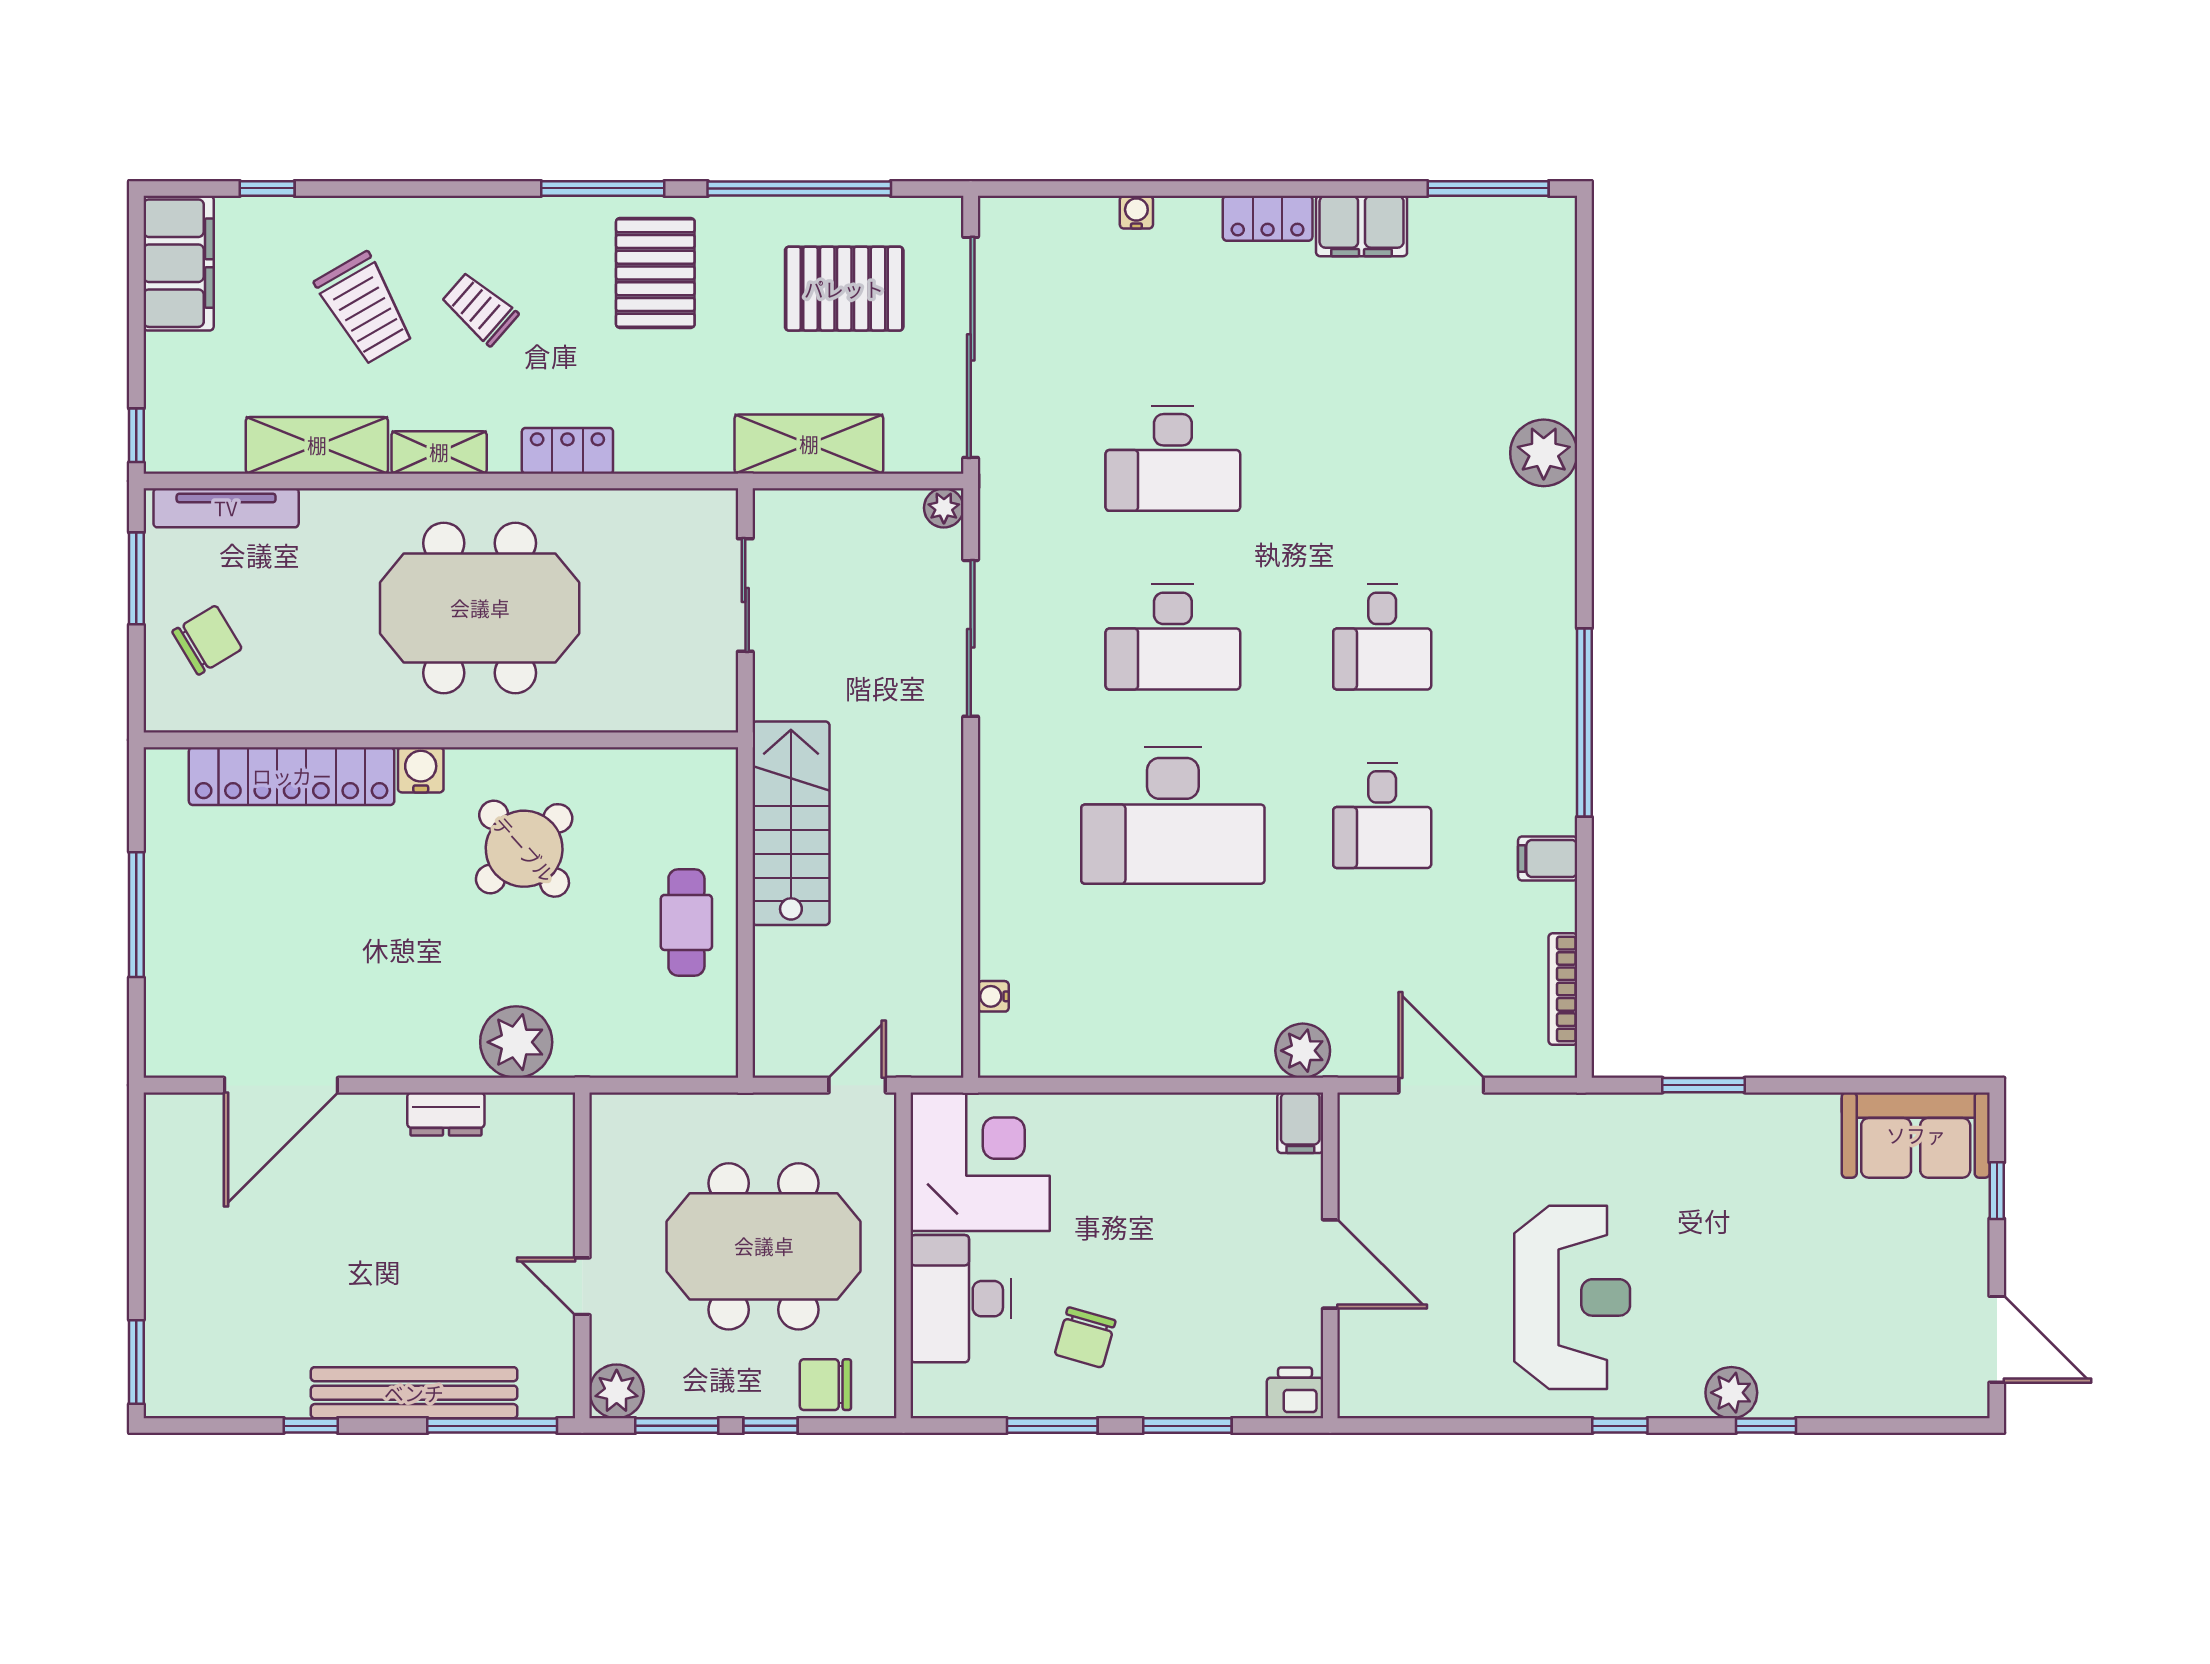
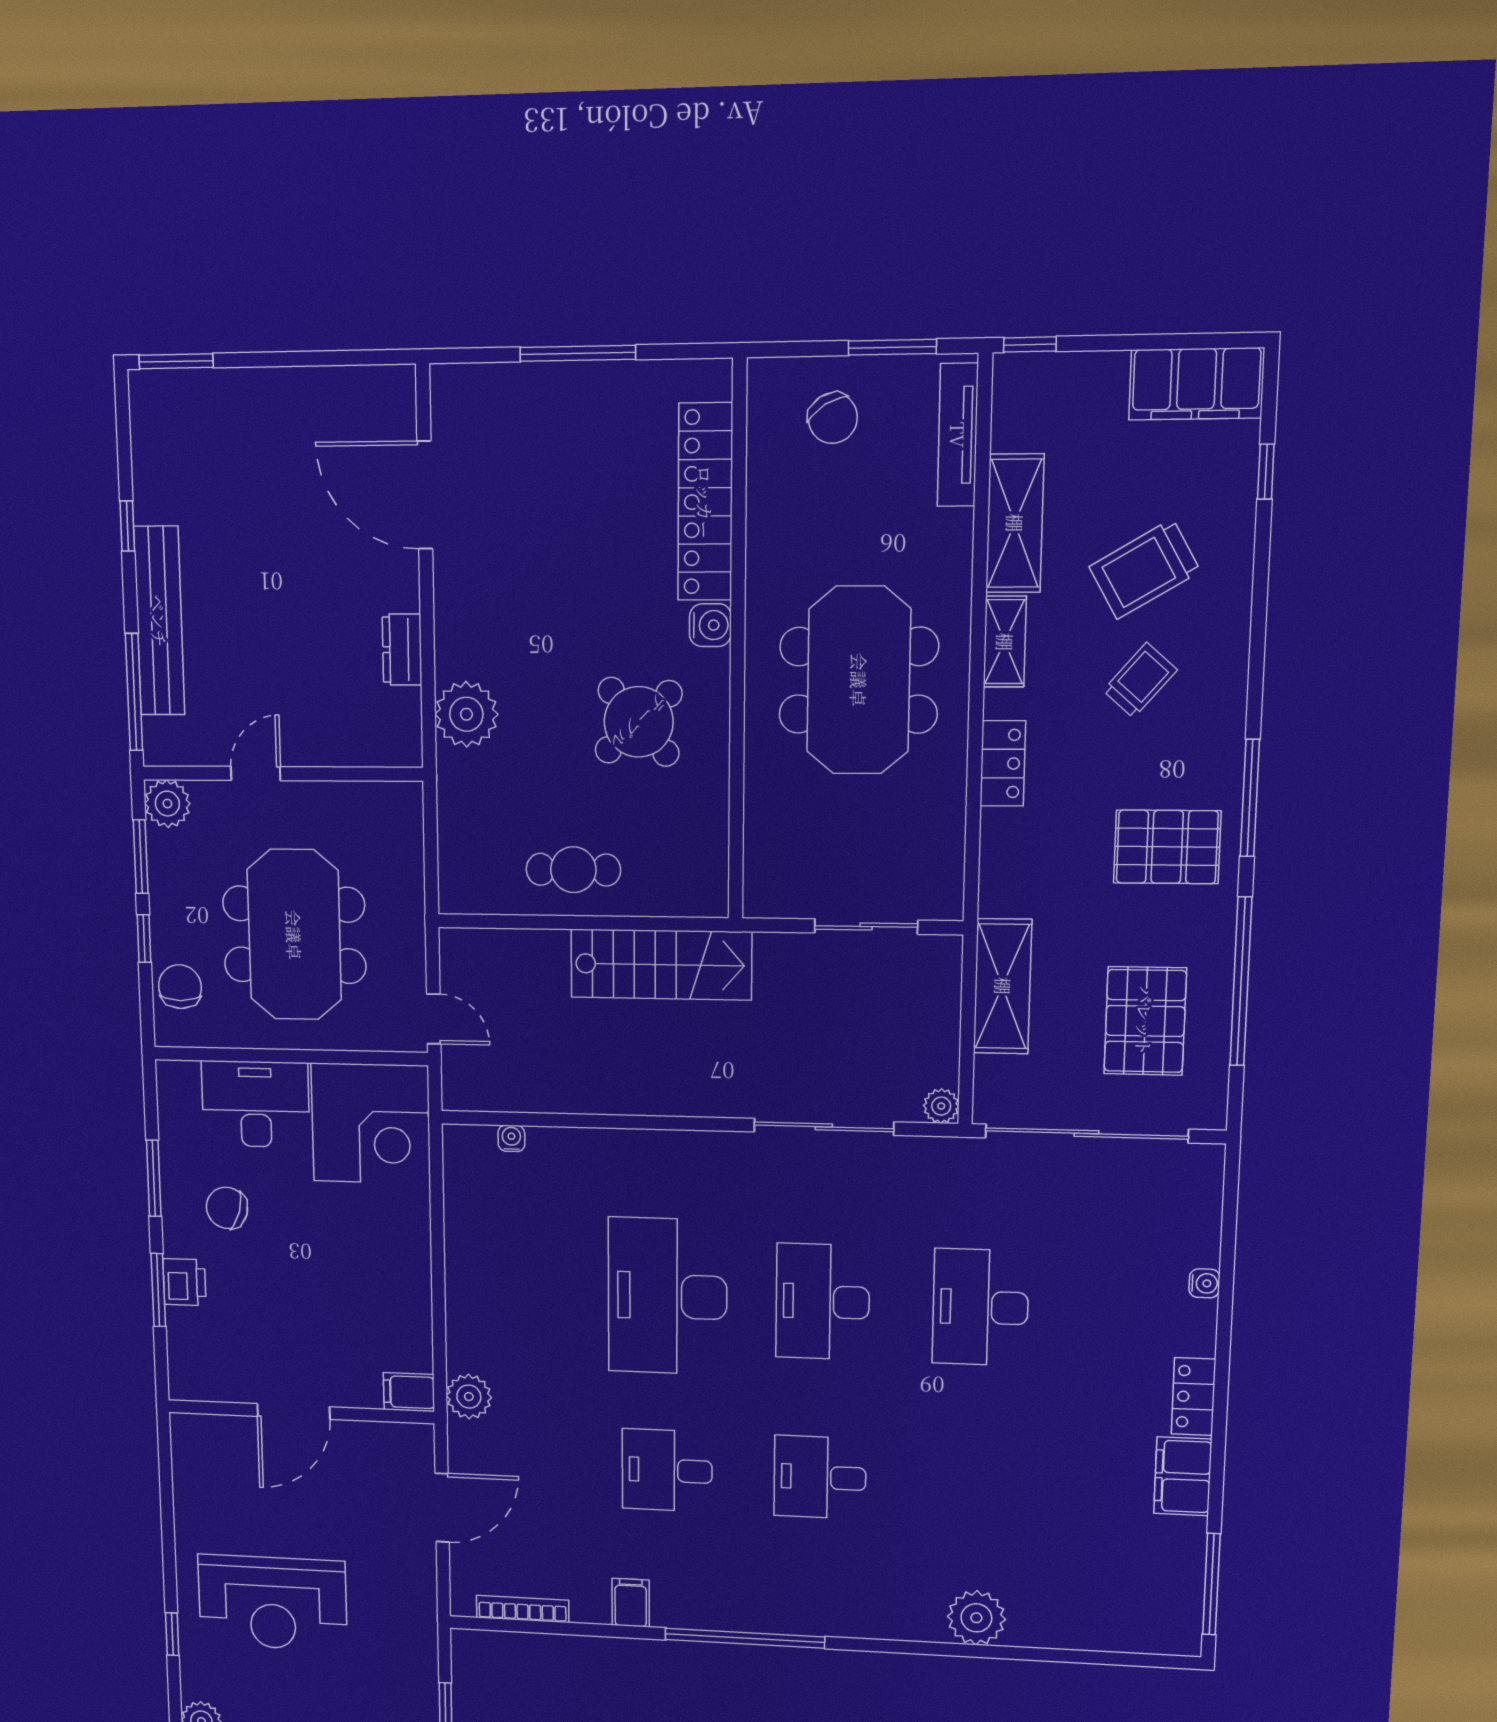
printer: (1295, 1393) -> (184, 1282), moved

